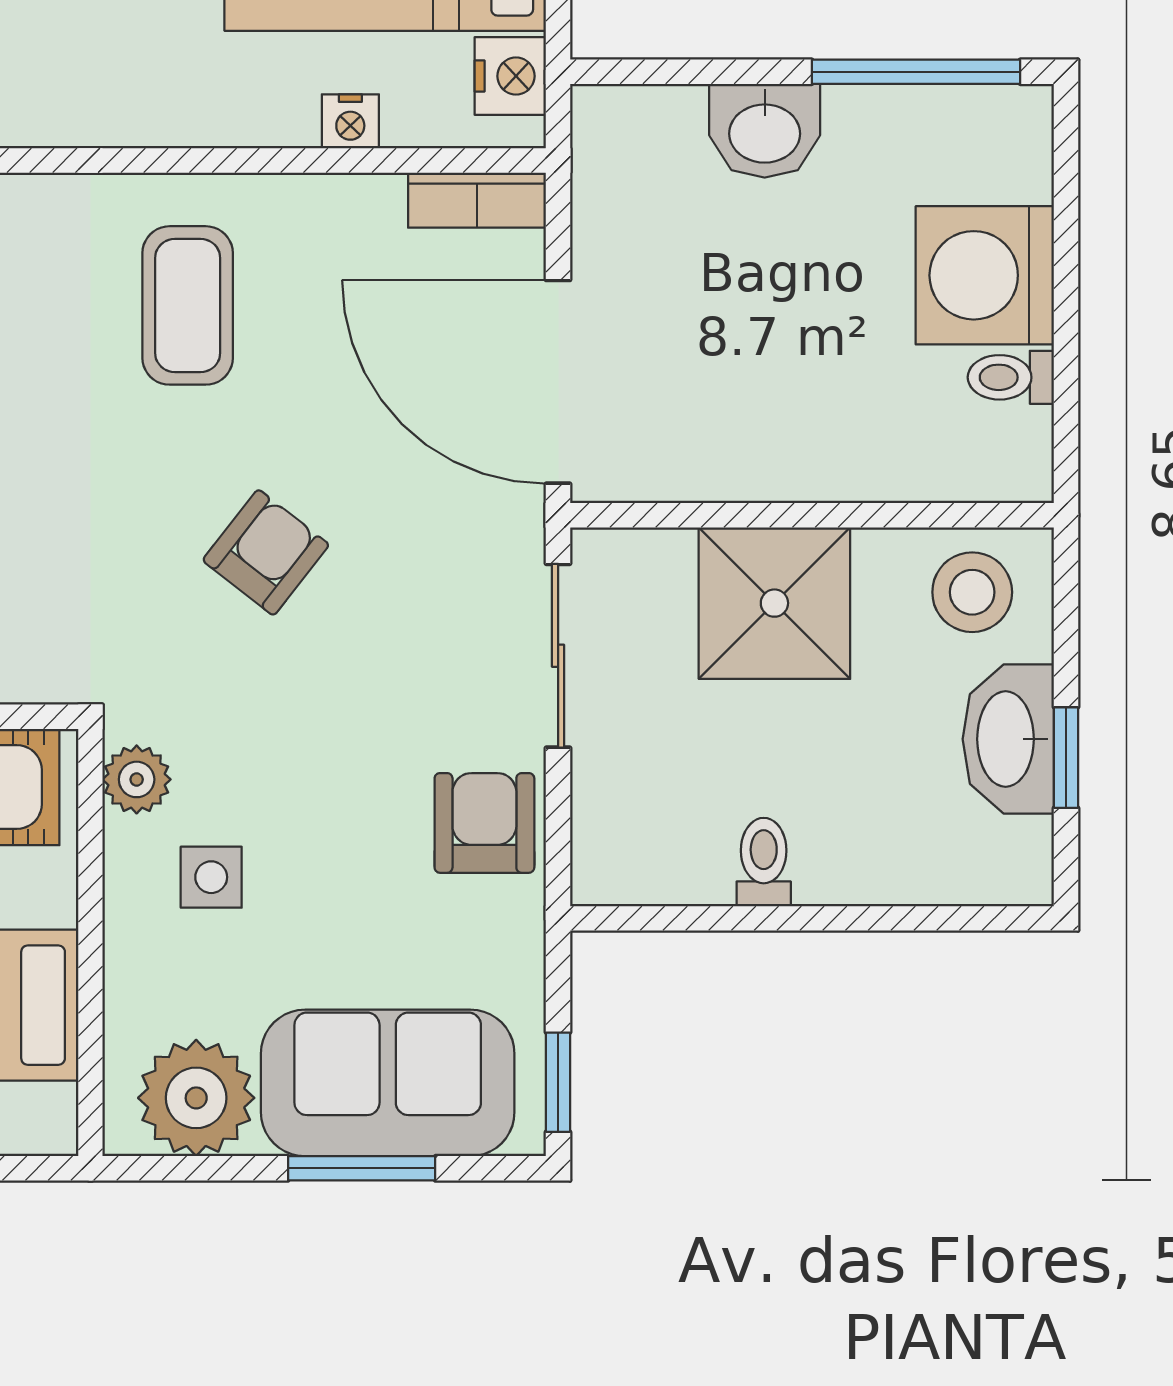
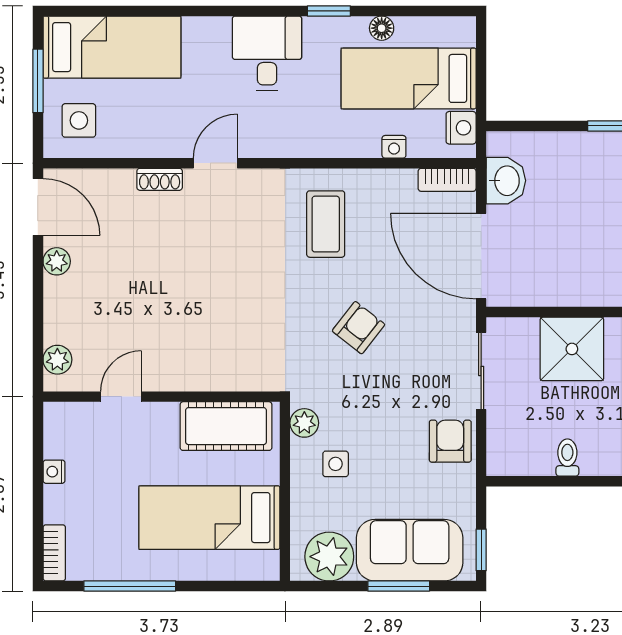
washbasin: (765, 131) -> (506, 181), moved, turned -90

